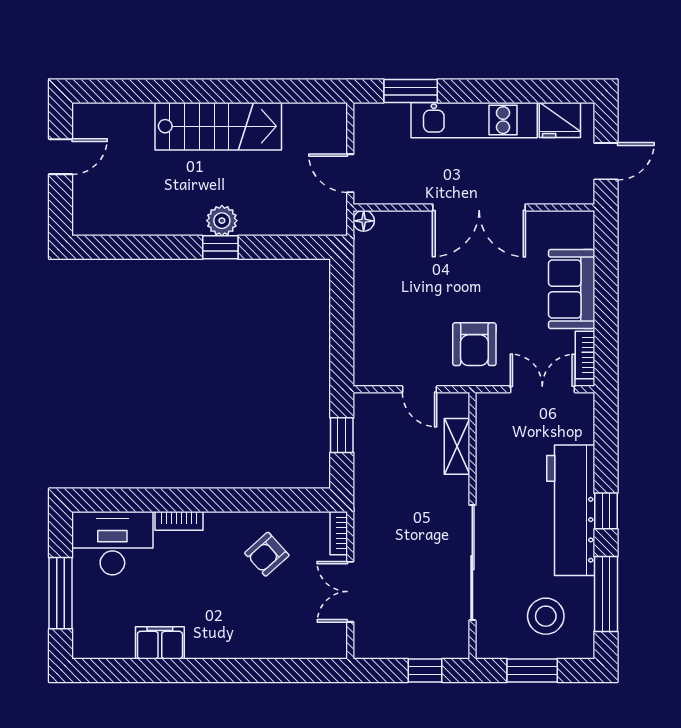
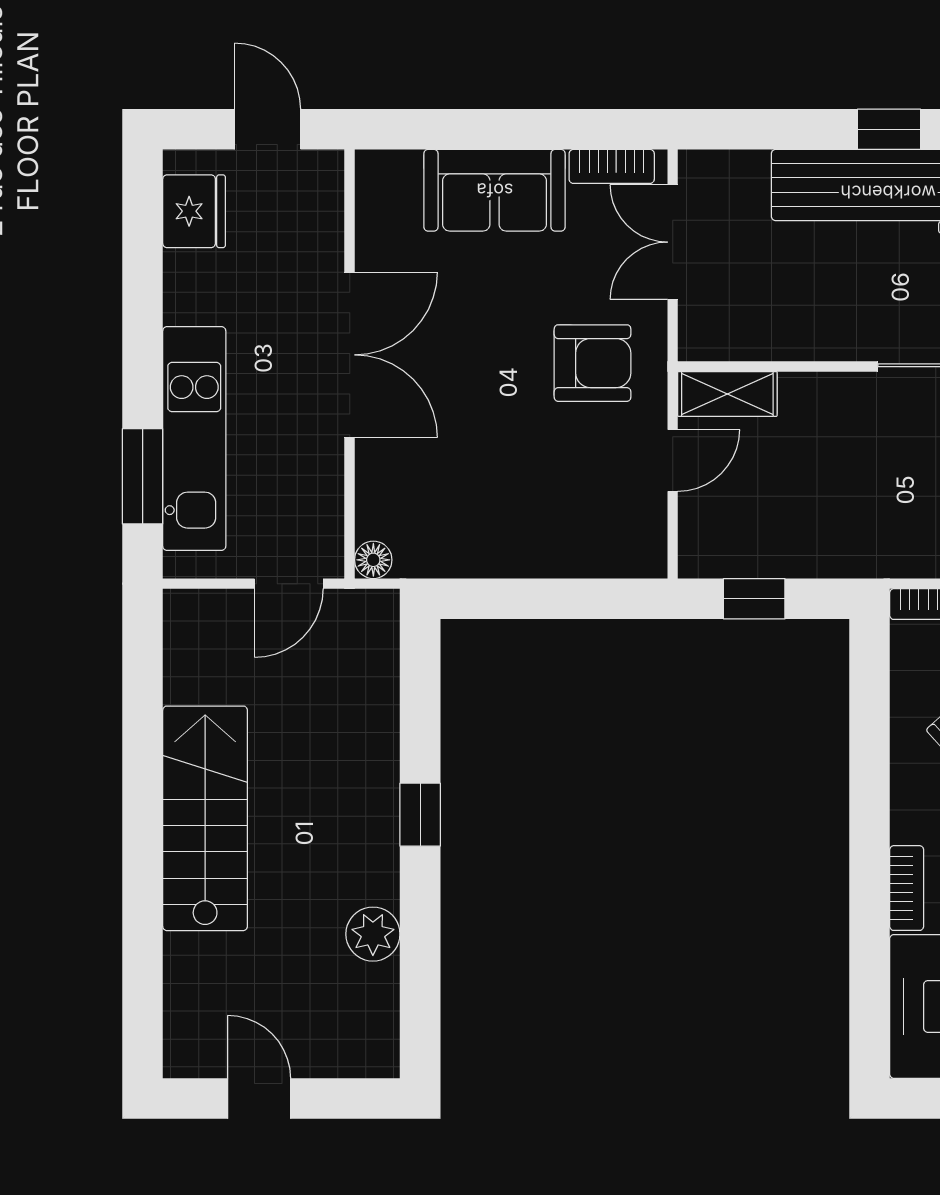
kitchen unit: (474, 120) -> (194, 439), moved
plant: (222, 221) -> (373, 934), moved
shelving: (457, 446) -> (727, 394), moved

